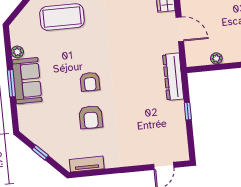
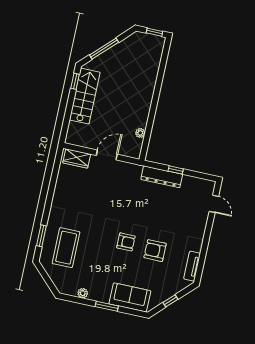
dresser: (173, 77) -> (162, 177), moved
sofa: (27, 81) -> (130, 297), moved
armchair: (91, 117) -> (155, 251), turned 180

